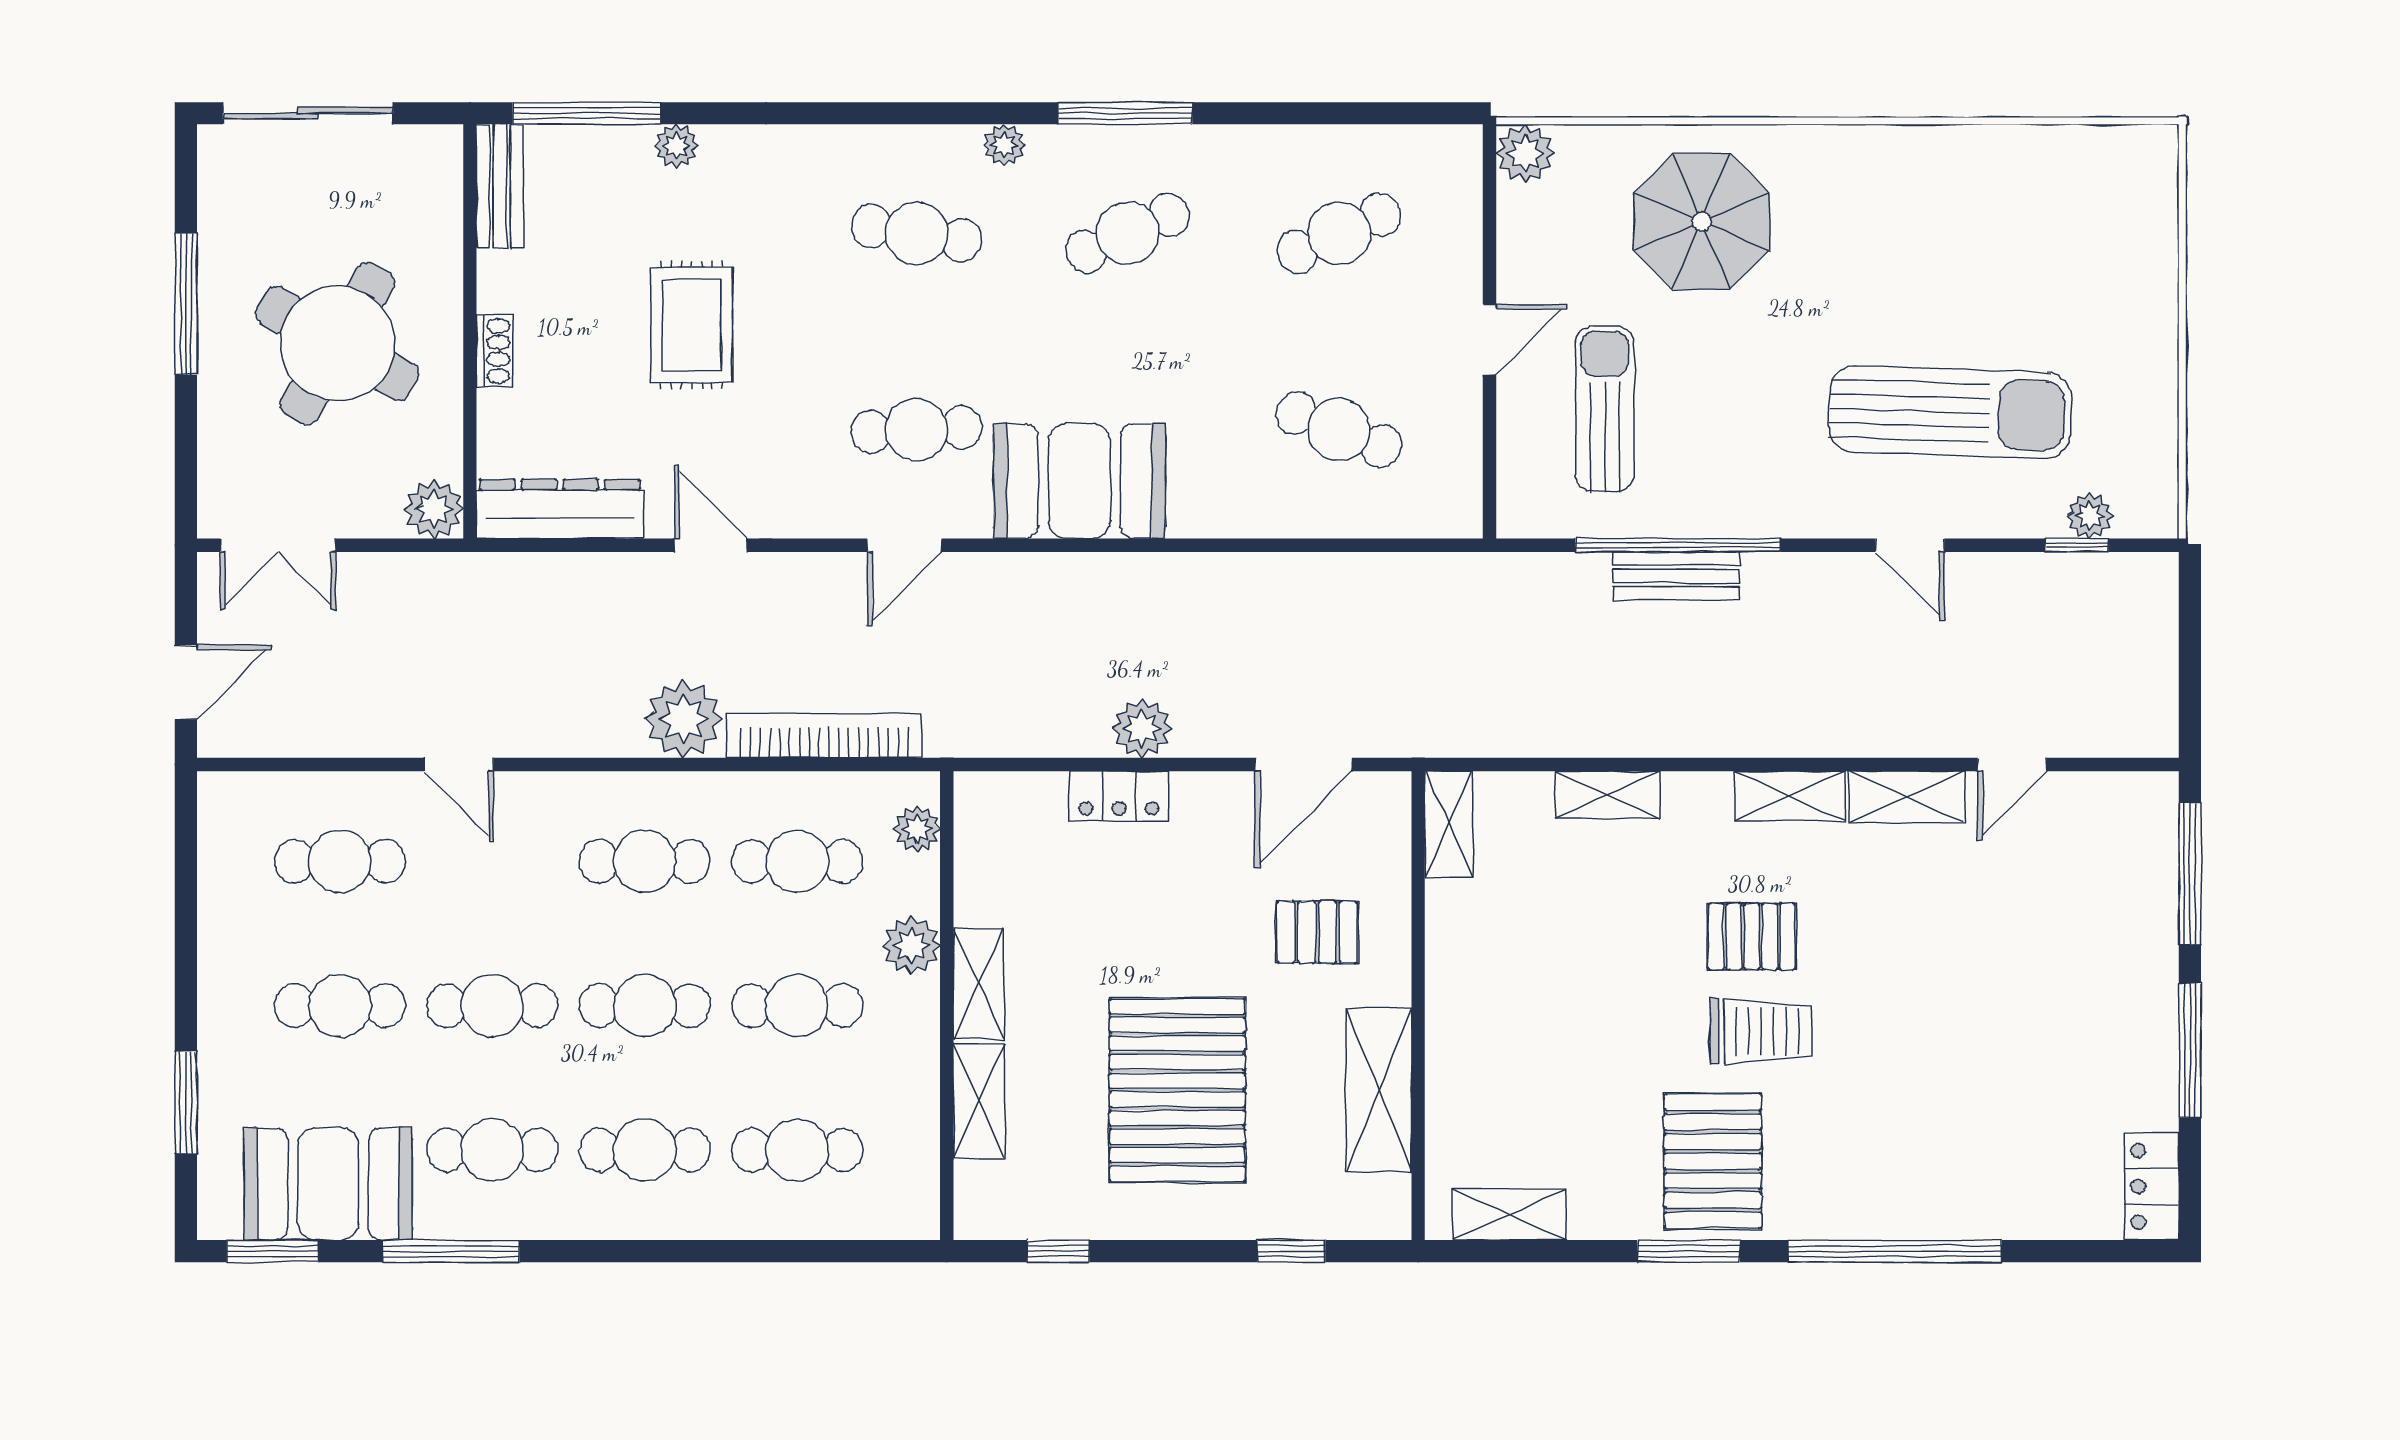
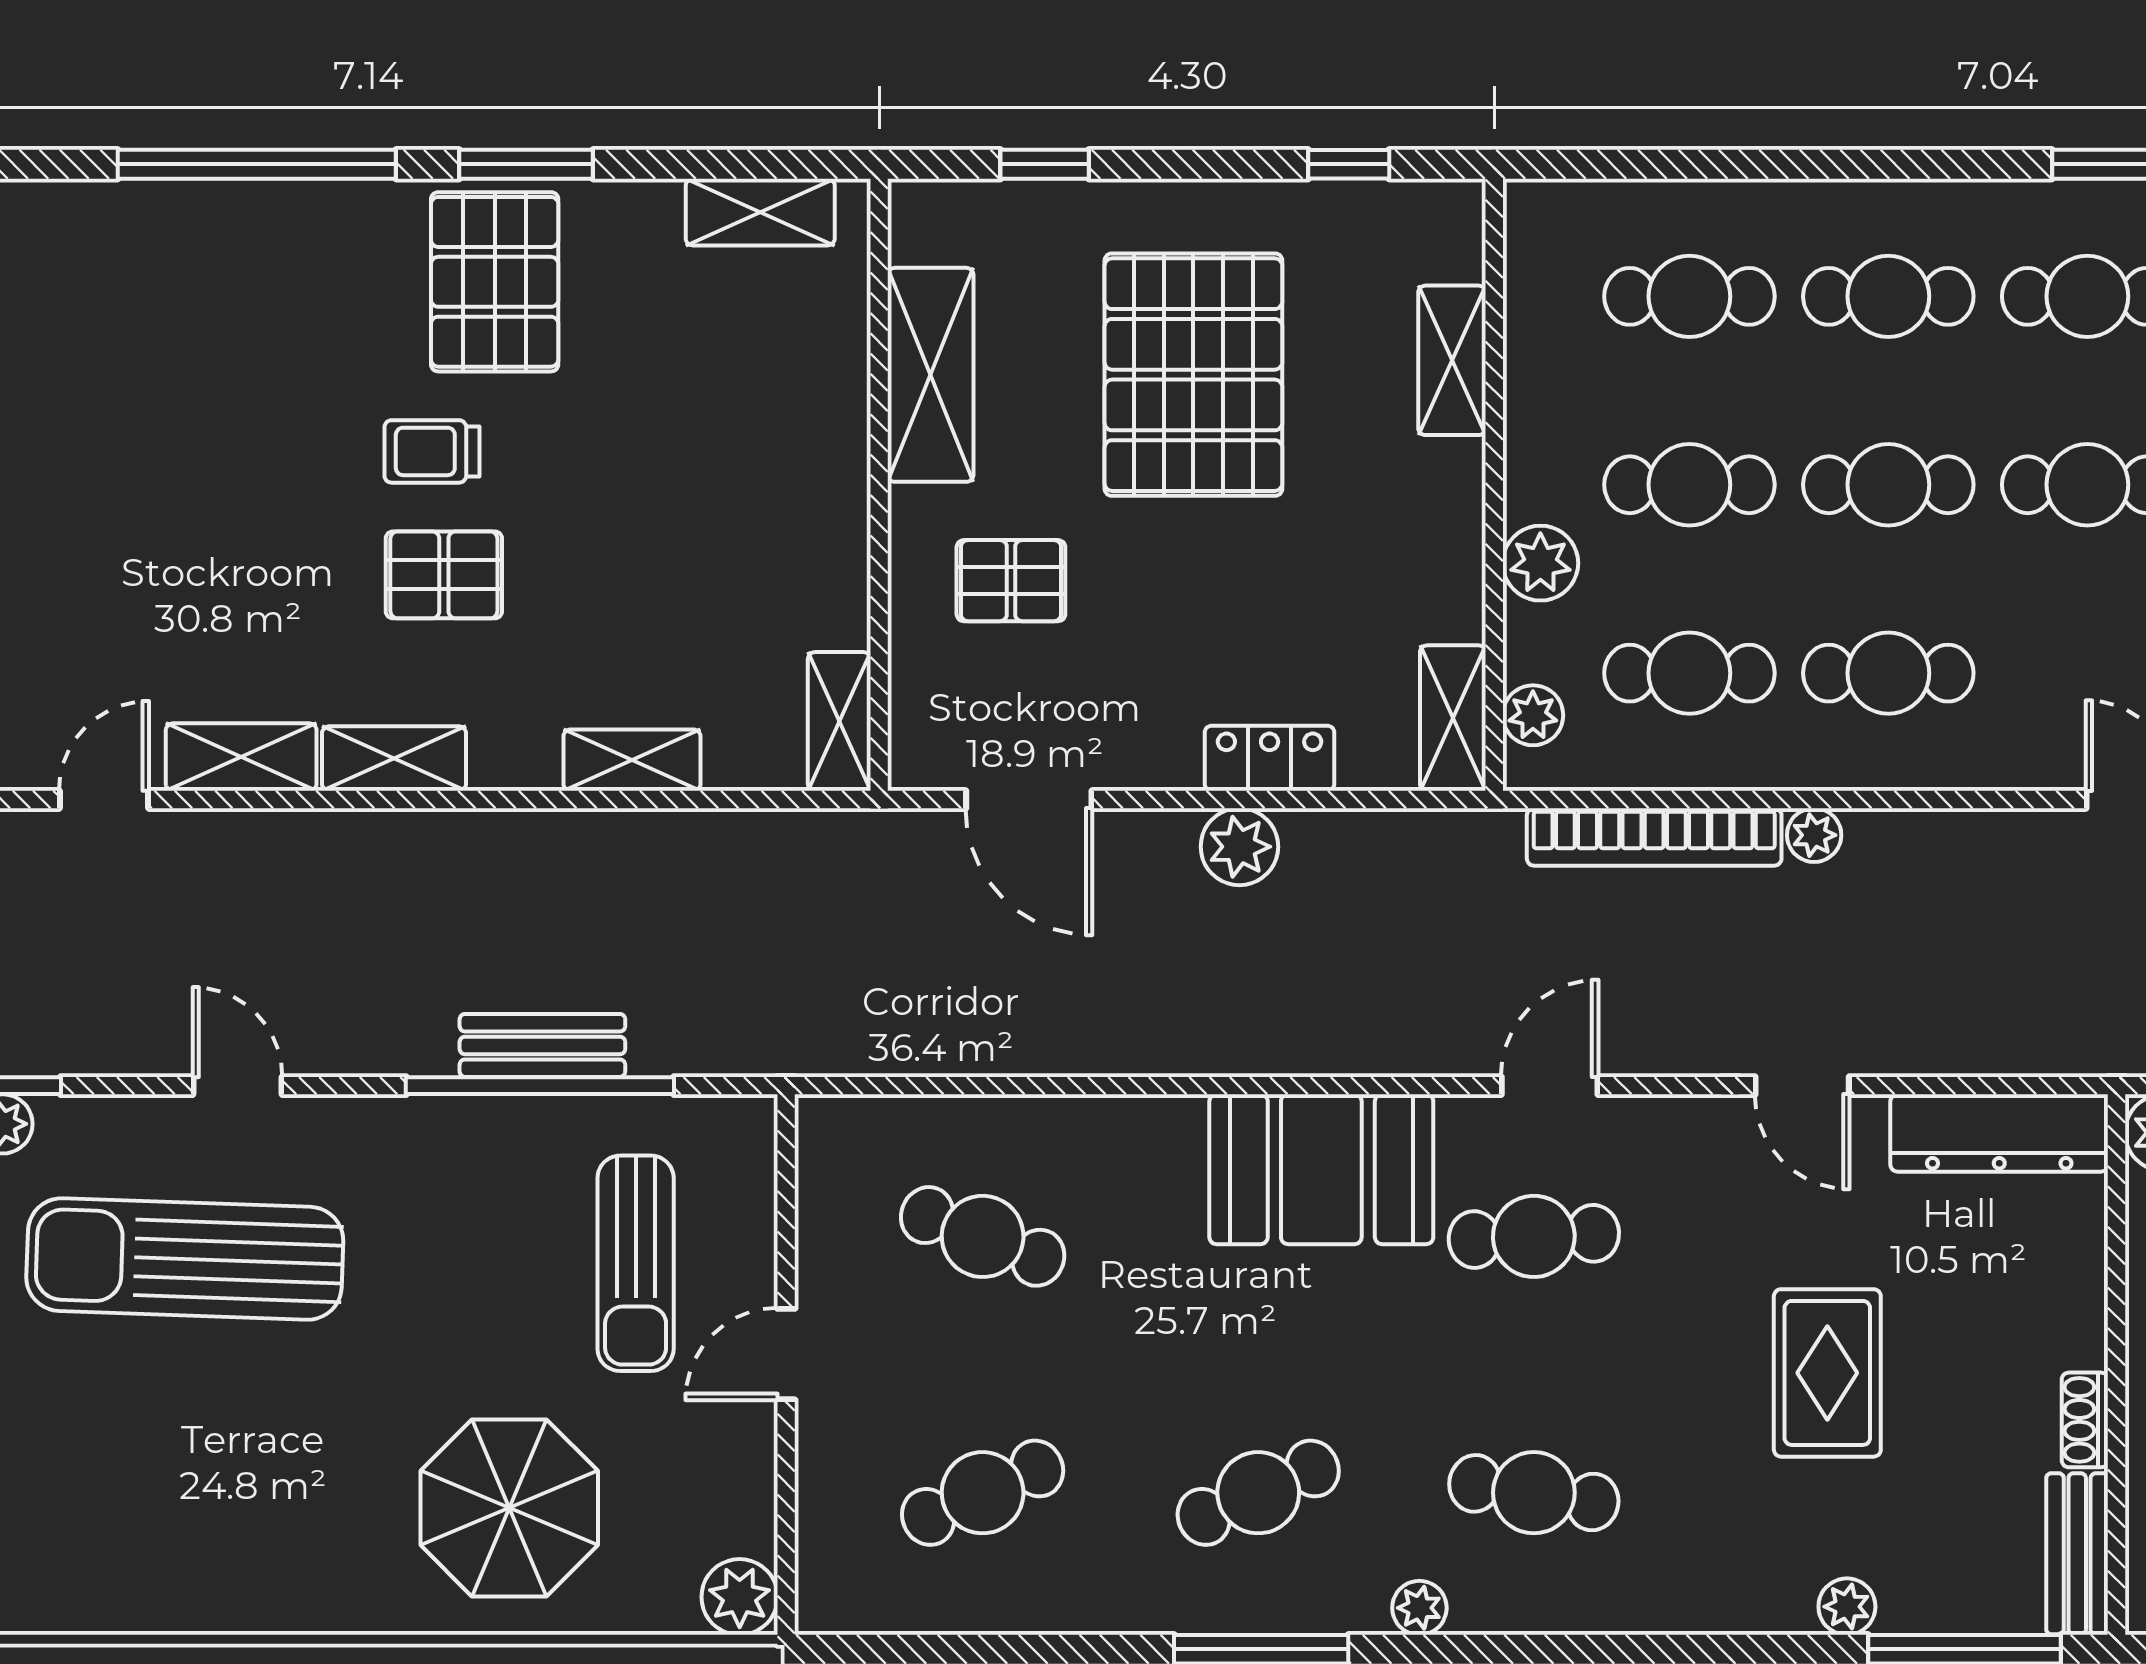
shoe rack: (494, 351) -> (2085, 1420), moved
plant: (684, 719) -> (1814, 835), width x0.53, depth x0.53
door: (1303, 764) -> (1029, 799), swing flipped
shelving: (978, 983) -> (1453, 718), moved
trolley: (1761, 1031) -> (432, 451), width x0.73, depth x0.72

